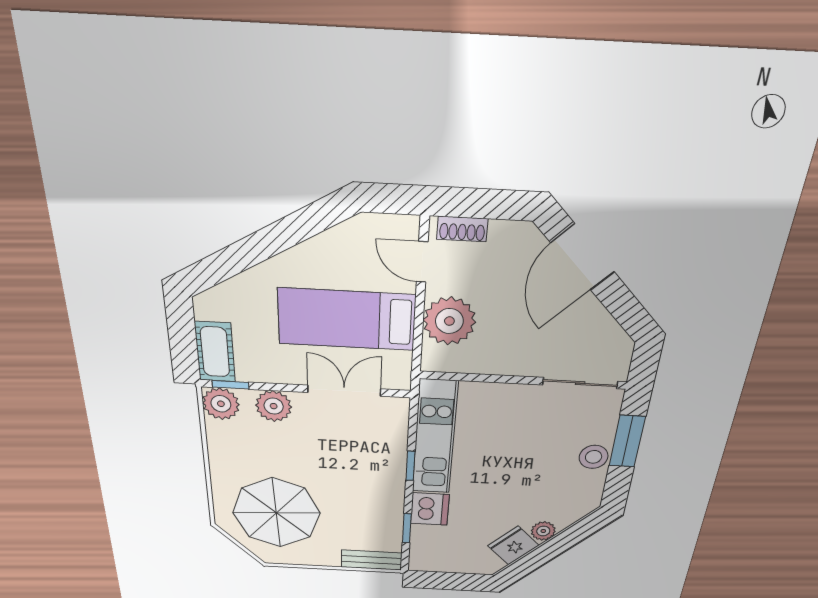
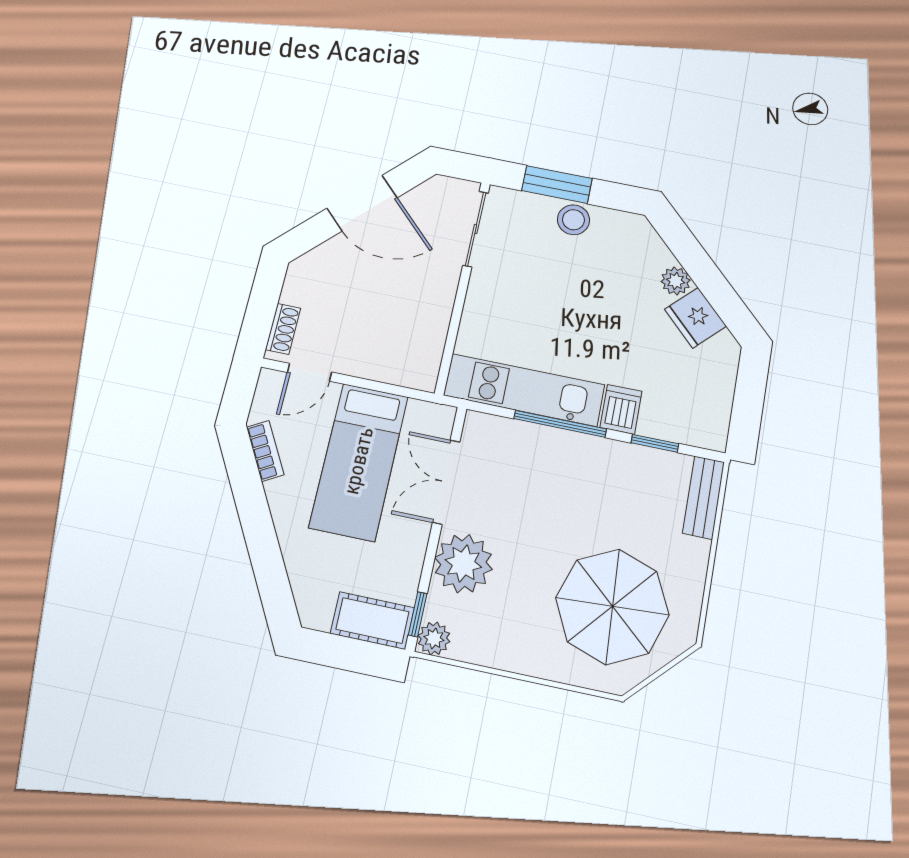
bookcase: (339, 235) -> (265, 451), added
door: (583, 257) -> (362, 203), moved
plant: (449, 321) -> (380, 354), removed
plant: (221, 404) -> (434, 638), width x0.73, depth x0.73
plant: (274, 406) -> (463, 563), width x1.36, depth x1.36
window: (410, 466) -> (560, 424), width x2.17
dishwasher: (430, 509) -> (621, 409), width x0.73

